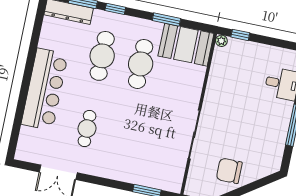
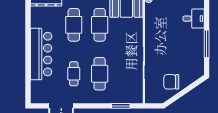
cafe table: (125, 137) -> (100, 74), added

